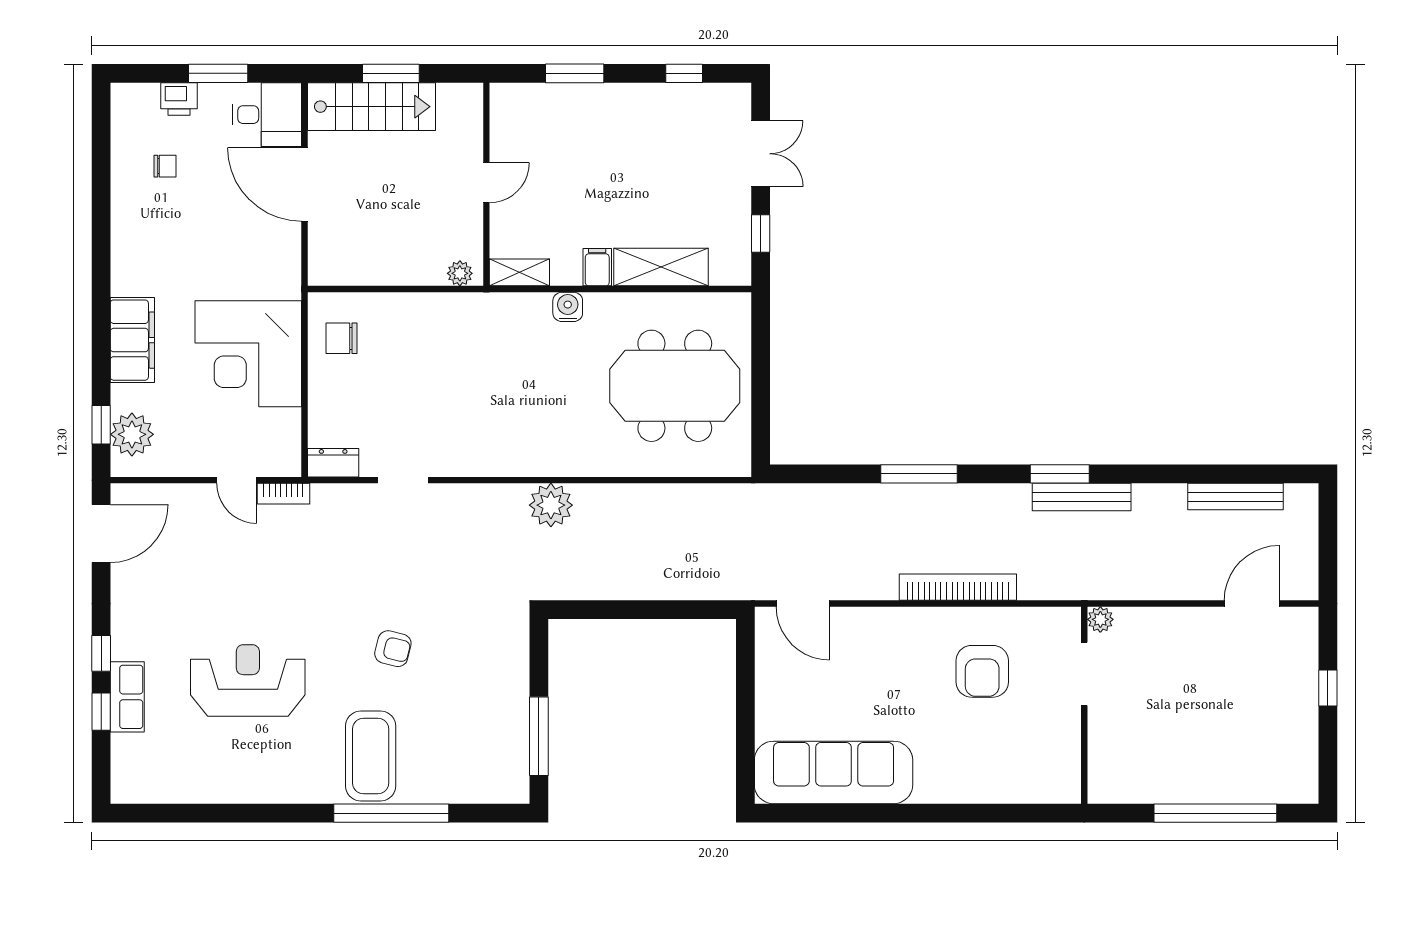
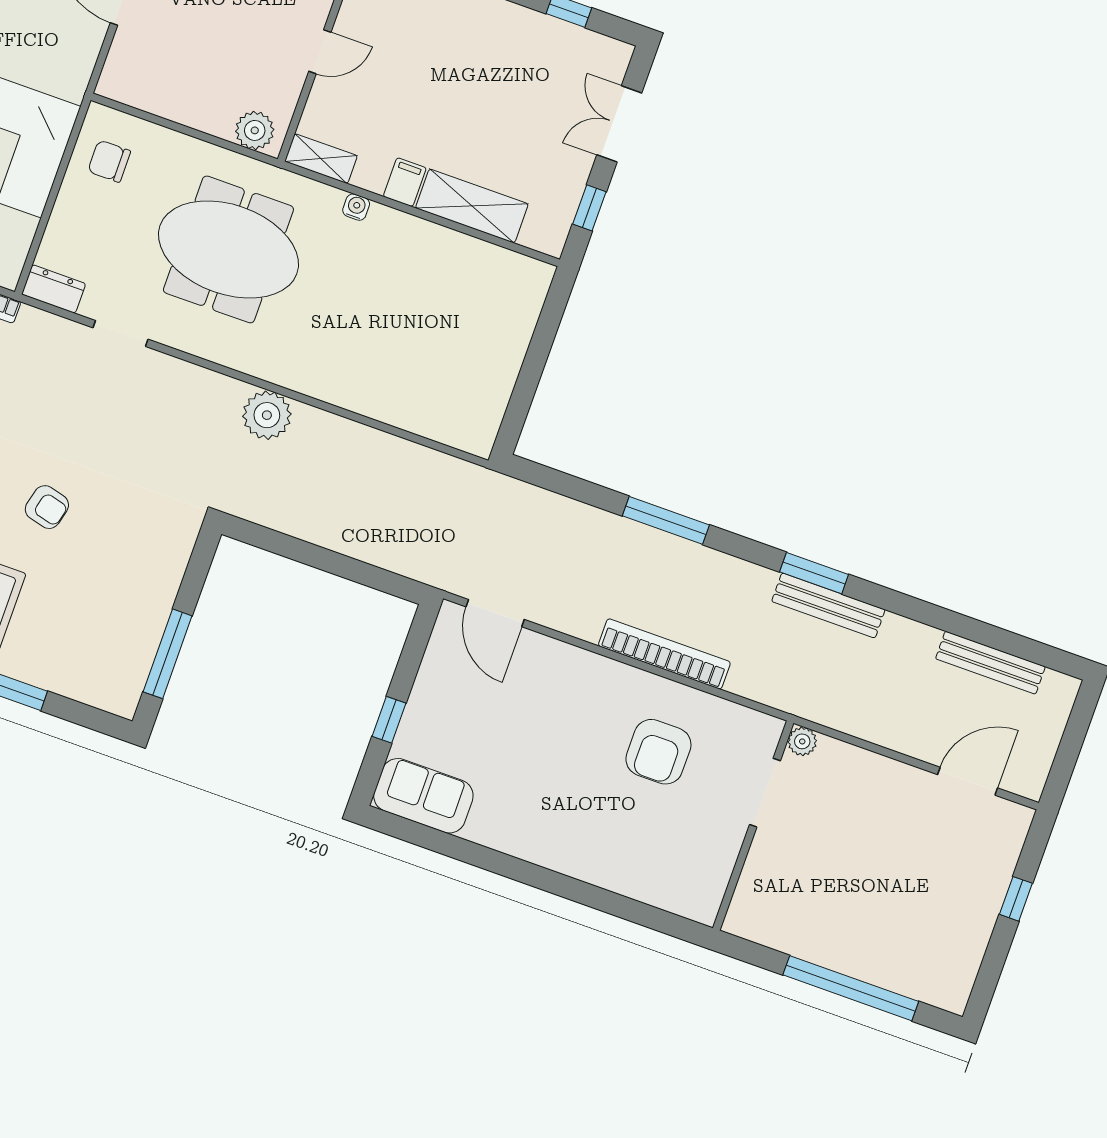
double door: (761, 154) -> (619, 124), swing flipped
plant: (460, 273) -> (255, 130), width x1.38, depth x1.38
water cooler: (568, 307) -> (356, 207), width x0.72, depth x0.72
meeting table: (675, 386) -> (228, 249), moved
window: (745, 725) -> (389, 720), added
sofa: (834, 772) -> (423, 796), width x0.54, depth x0.79

